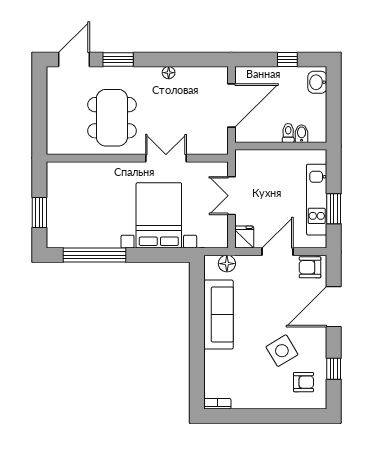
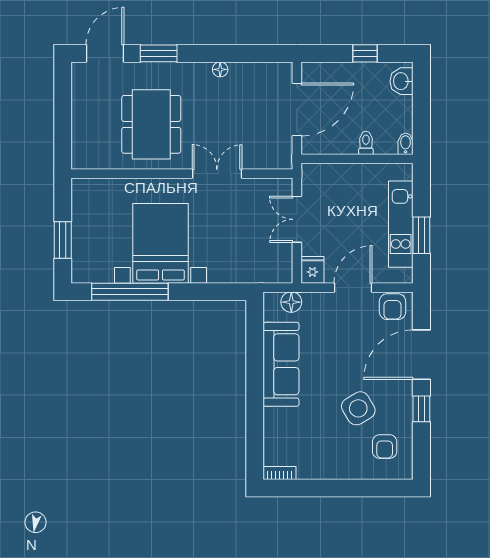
bidet: (302, 134) -> (406, 144), moved
bed with nightstands: (159, 215) -> (160, 243), moved
armchair: (310, 267) -> (393, 307), turned -90
window: (334, 369) -> (421, 409), moved
armchair: (304, 382) -> (385, 447), turned 90

